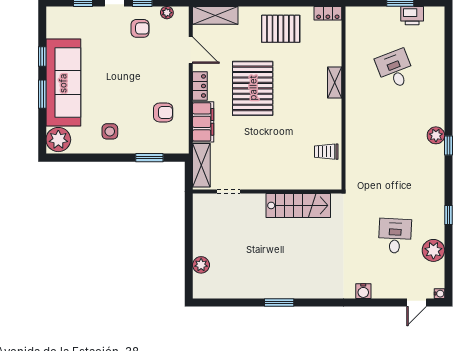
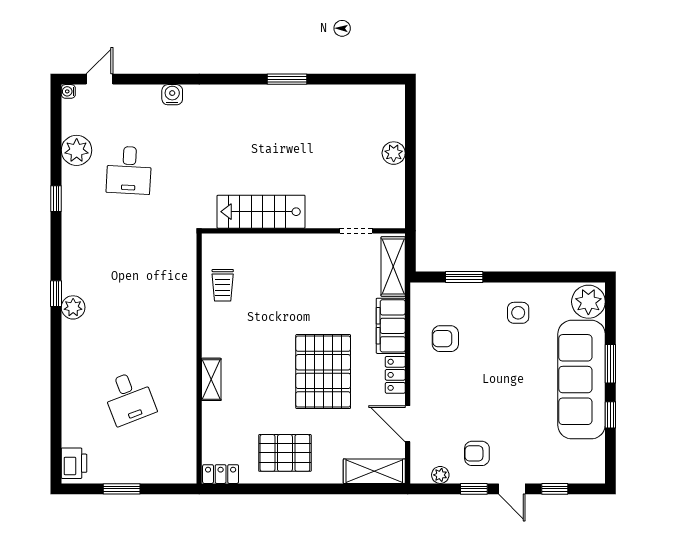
printer: (412, 16) -> (74, 463), moved, turned 90
trolley: (326, 152) -> (223, 285), turned 90
plant: (201, 265) -> (394, 153), moved

